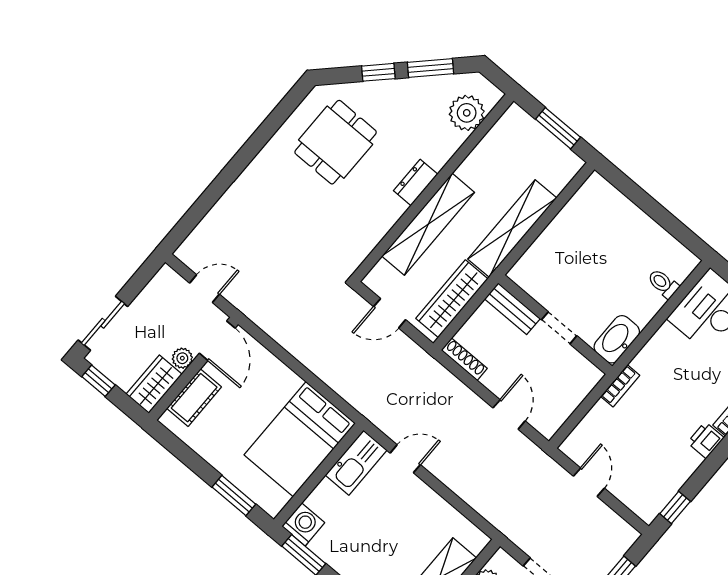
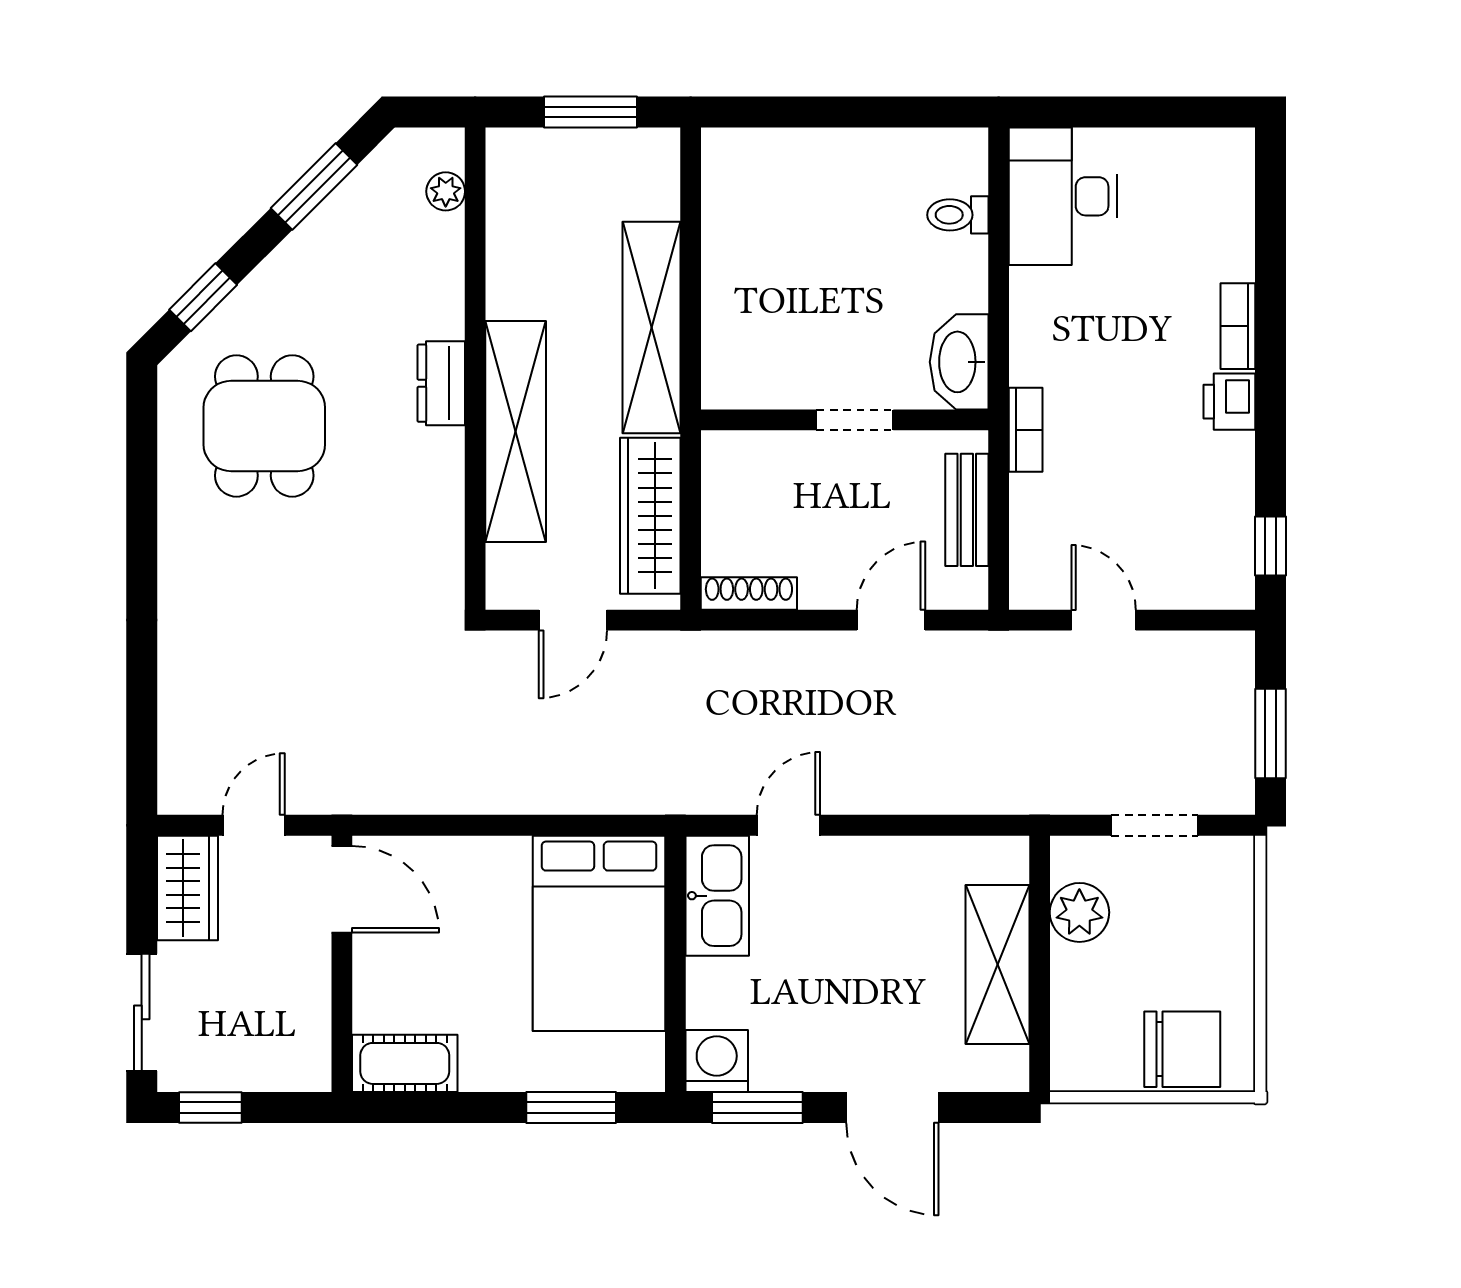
window: (378, 72) -> (203, 297), moved
plant: (467, 113) -> (446, 191), width x0.53, depth x0.53
bench: (512, 309) -> (967, 510), moved, turned 90
plant: (182, 358) -> (311, 962), removed
wardrobe: (154, 384) -> (188, 888), moved, turned 180
cot: (194, 398) -> (405, 1063), moved, turned 90
door: (509, 414) -> (891, 620), hinge flipped

